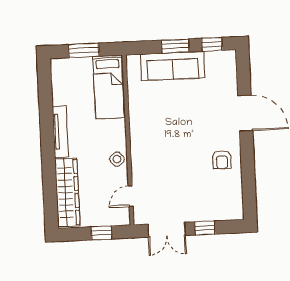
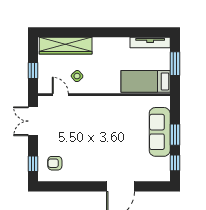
tv unit: (60, 132) -> (150, 43), moved
side table: (117, 159) -> (77, 76), moved
armchair: (222, 160) -> (55, 163), moved
window: (205, 228) -> (33, 164), moved

